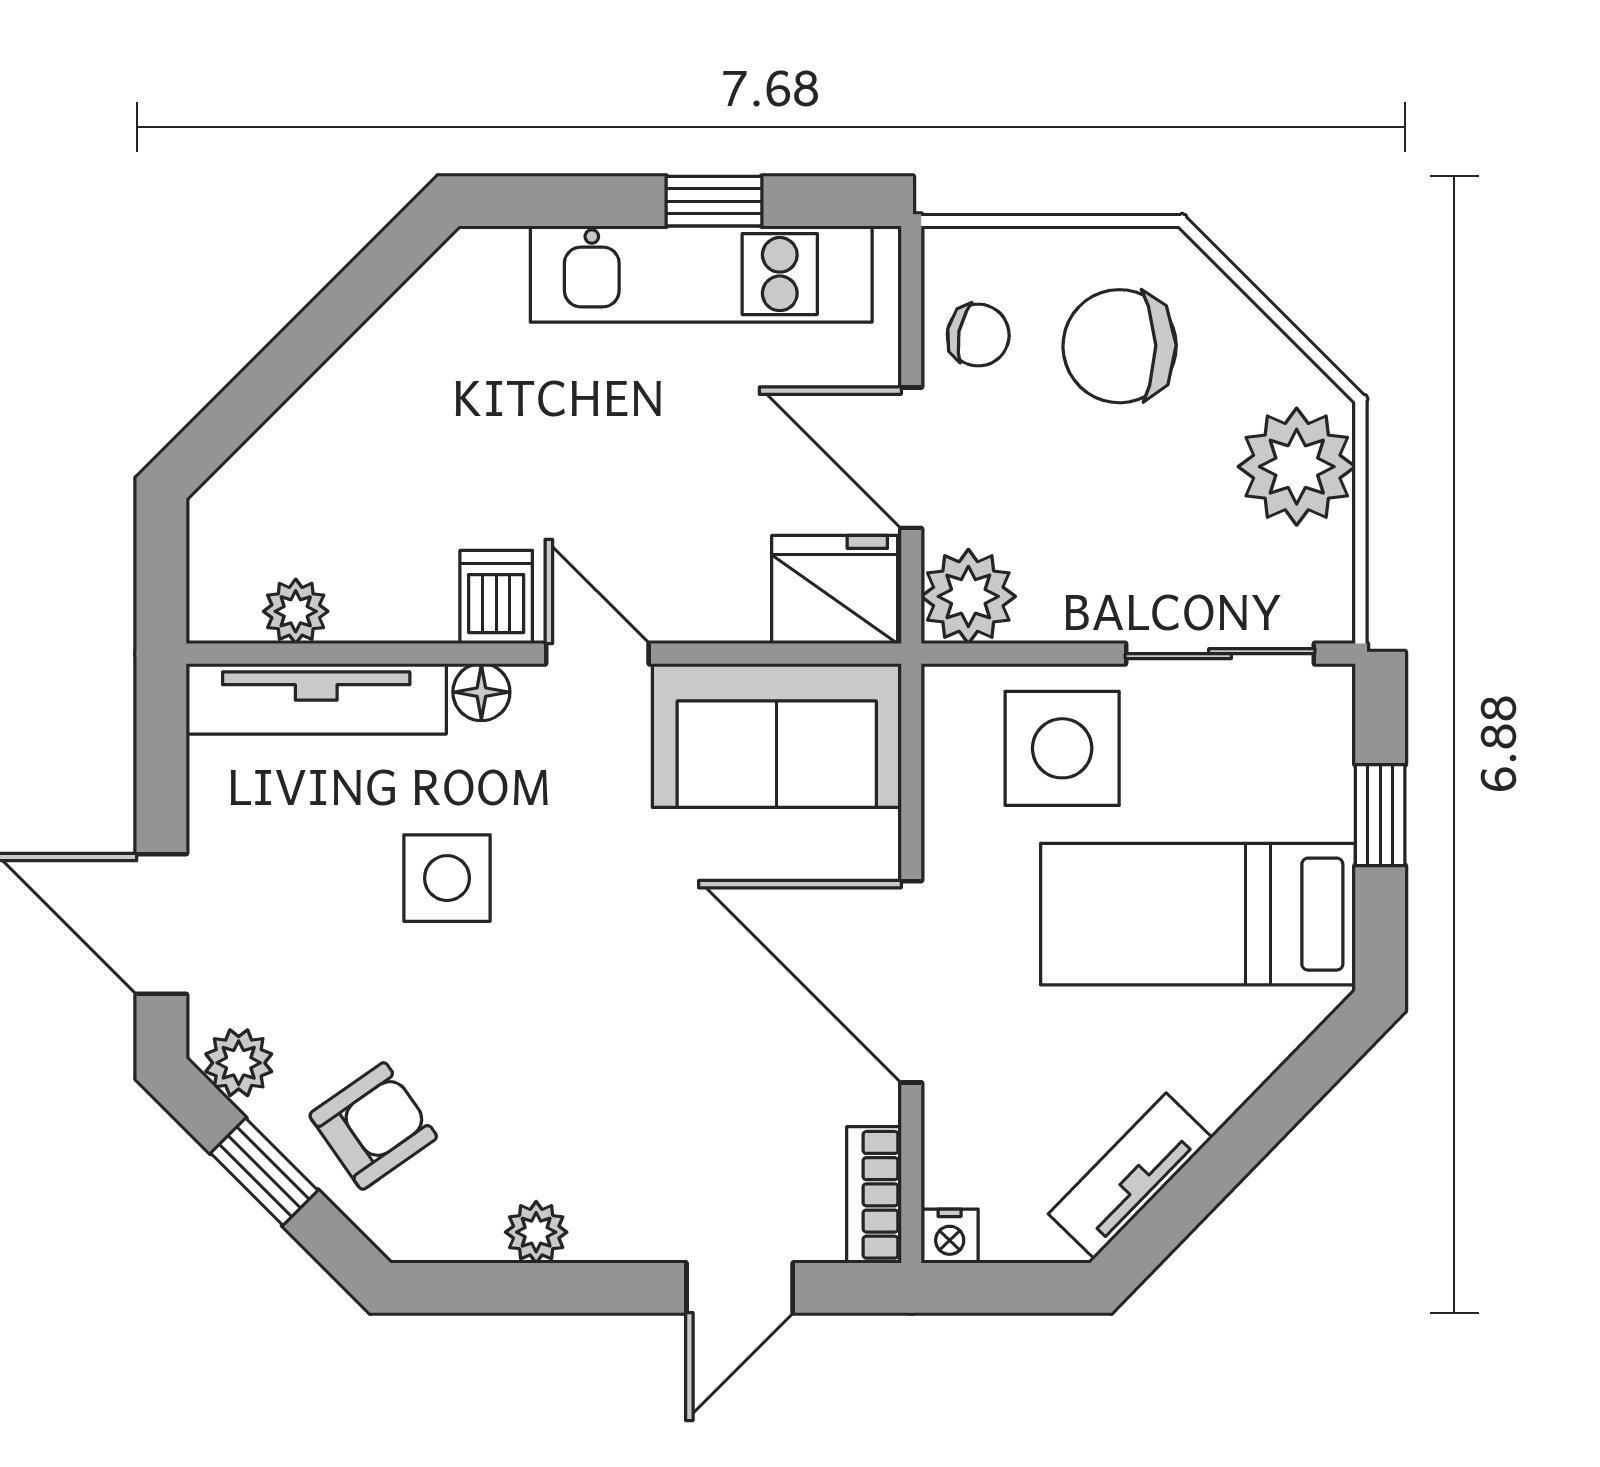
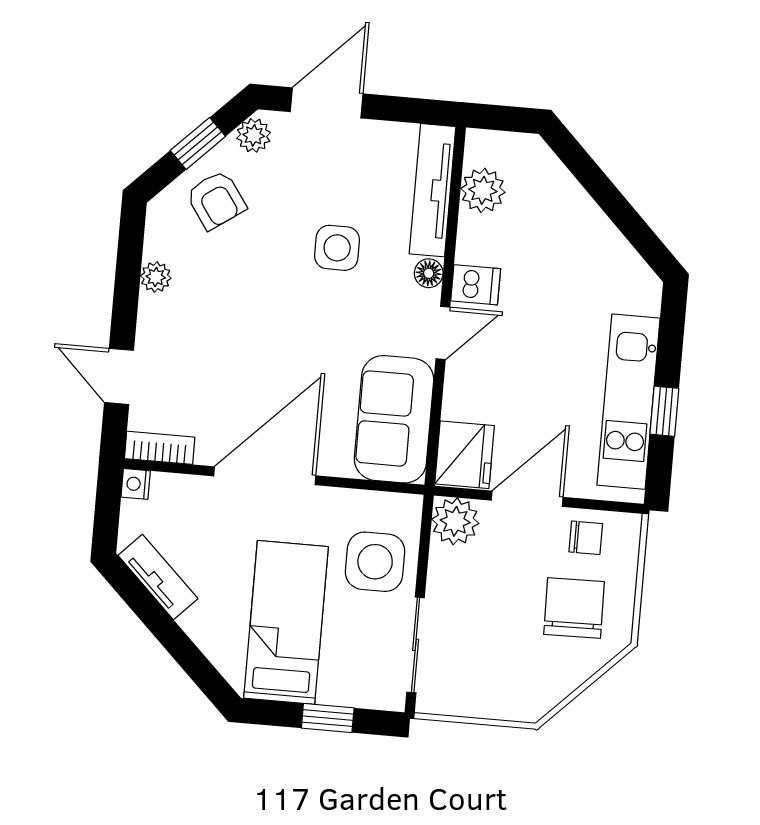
chair: (978, 335) -> (586, 538), turned -101
plant: (1297, 467) -> (506, 692), removed
plant: (296, 611) -> (483, 190), width x1.38, depth x1.38

